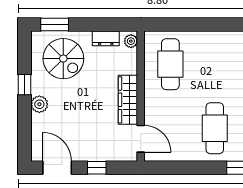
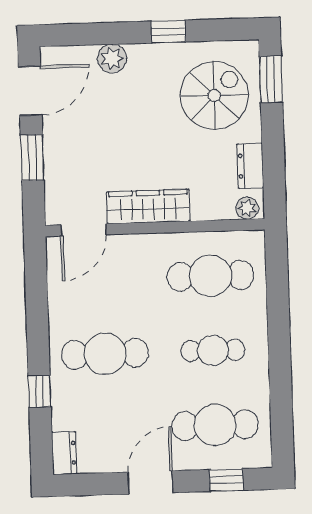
spiral stairs: (63, 59) -> (214, 96), turned 180
cafe table: (215, 64) -> (213, 350), added
plant: (39, 104) -> (112, 58), moved
window: (97, 168) -> (32, 158), width x1.50

